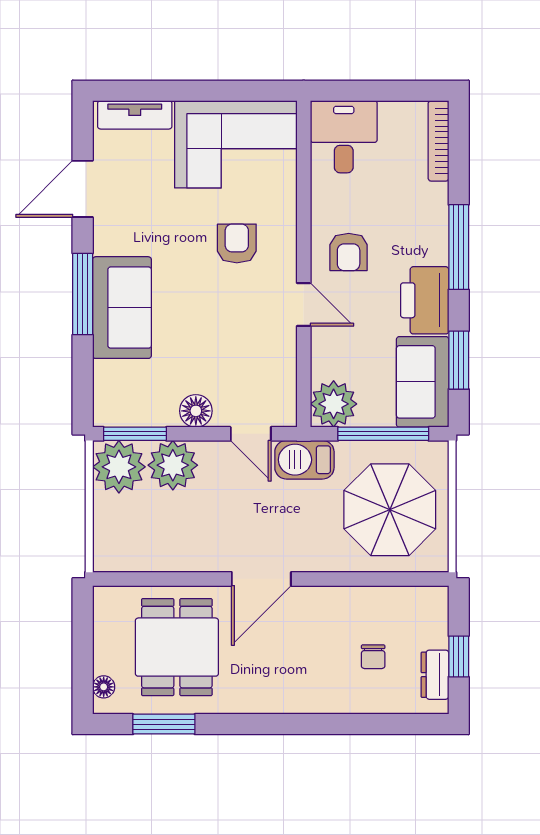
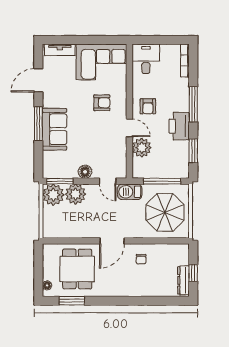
armchair: (237, 243) -> (102, 103), turned 90
sofa: (423, 382) -> (178, 160), removed
plant: (334, 404) -> (142, 148), moved
chair: (373, 657) -> (141, 259), moved
dresser: (435, 675) -> (183, 280), width x1.44

